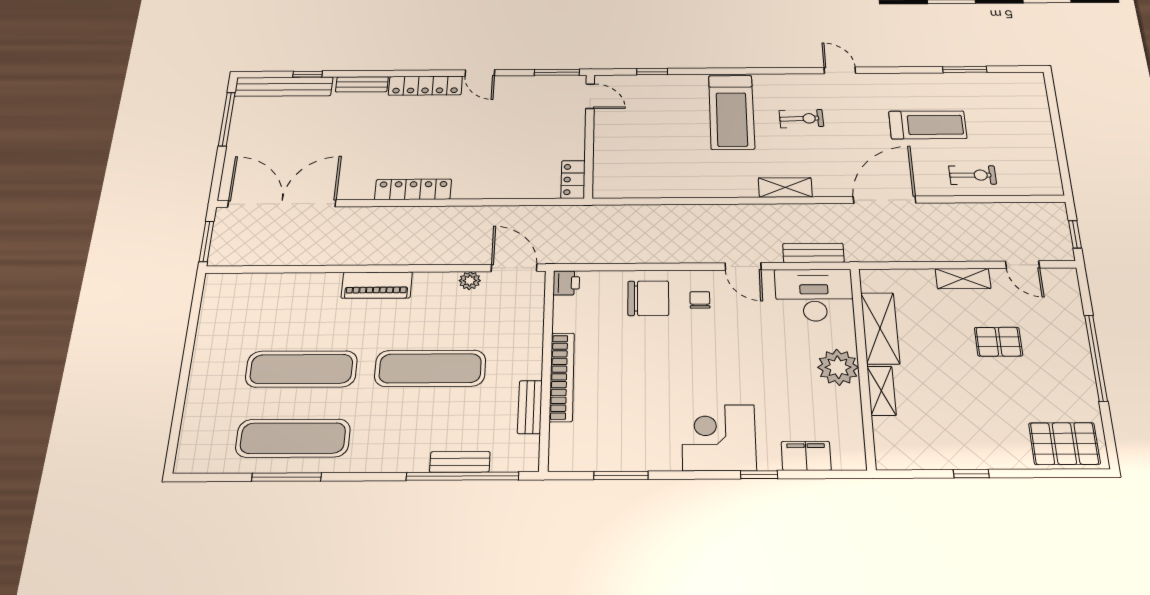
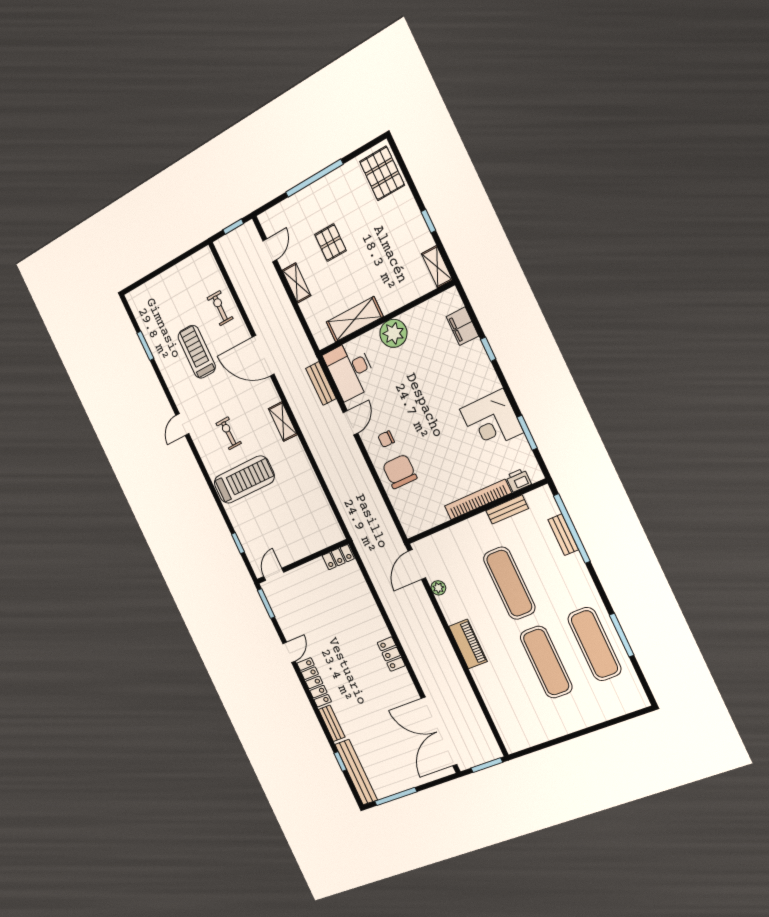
locker: (413, 189) -> (391, 654), width x0.66
printer: (566, 283) -> (518, 480), moved
shelving: (881, 391) -> (437, 267), moved, turned 90
corner desk: (719, 438) -> (491, 421), moved

